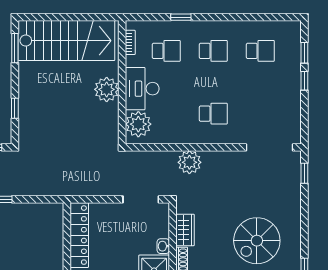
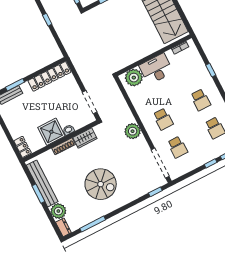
school desk: (166, 51) -> (178, 147), moved
plant: (107, 89) -> (145, 48), removed
plant: (189, 162) -> (133, 131), moved
spiral stairs: (257, 241) -> (101, 184), turned 180

